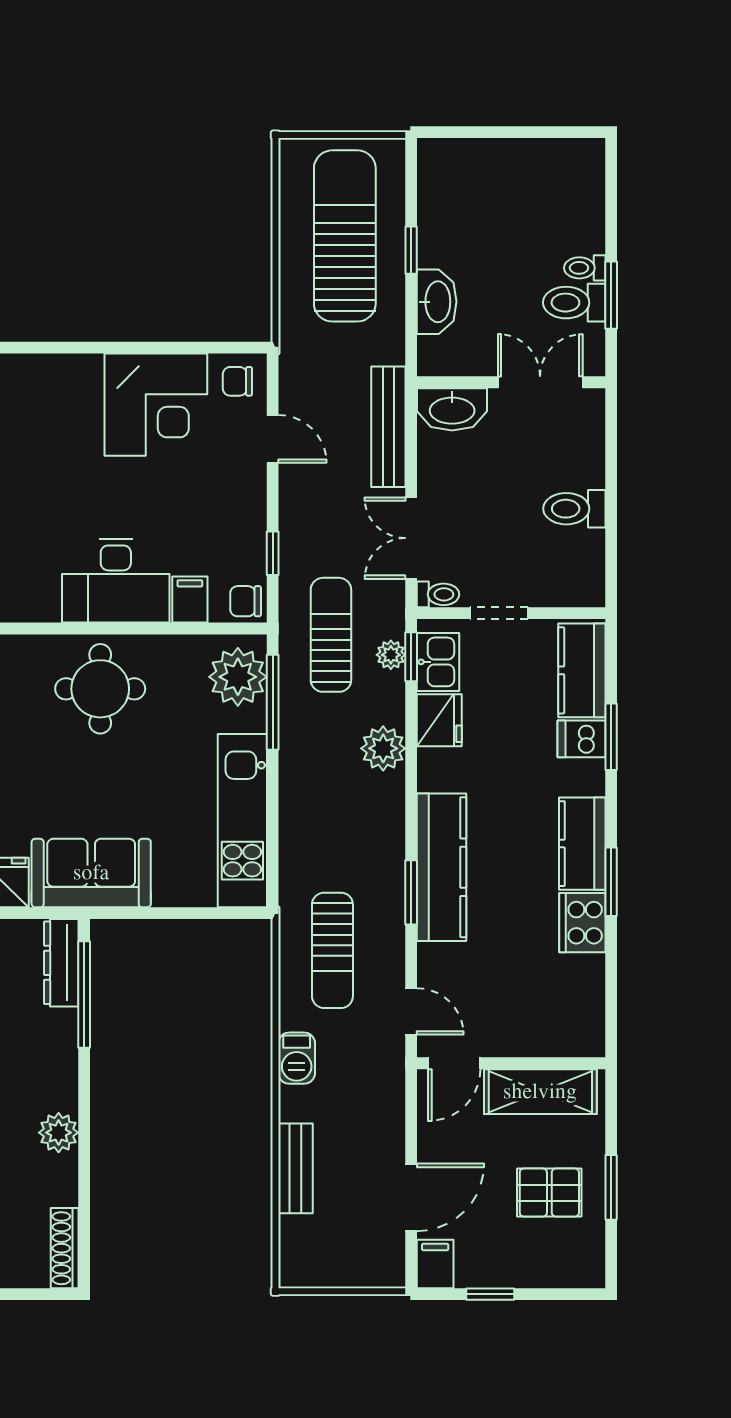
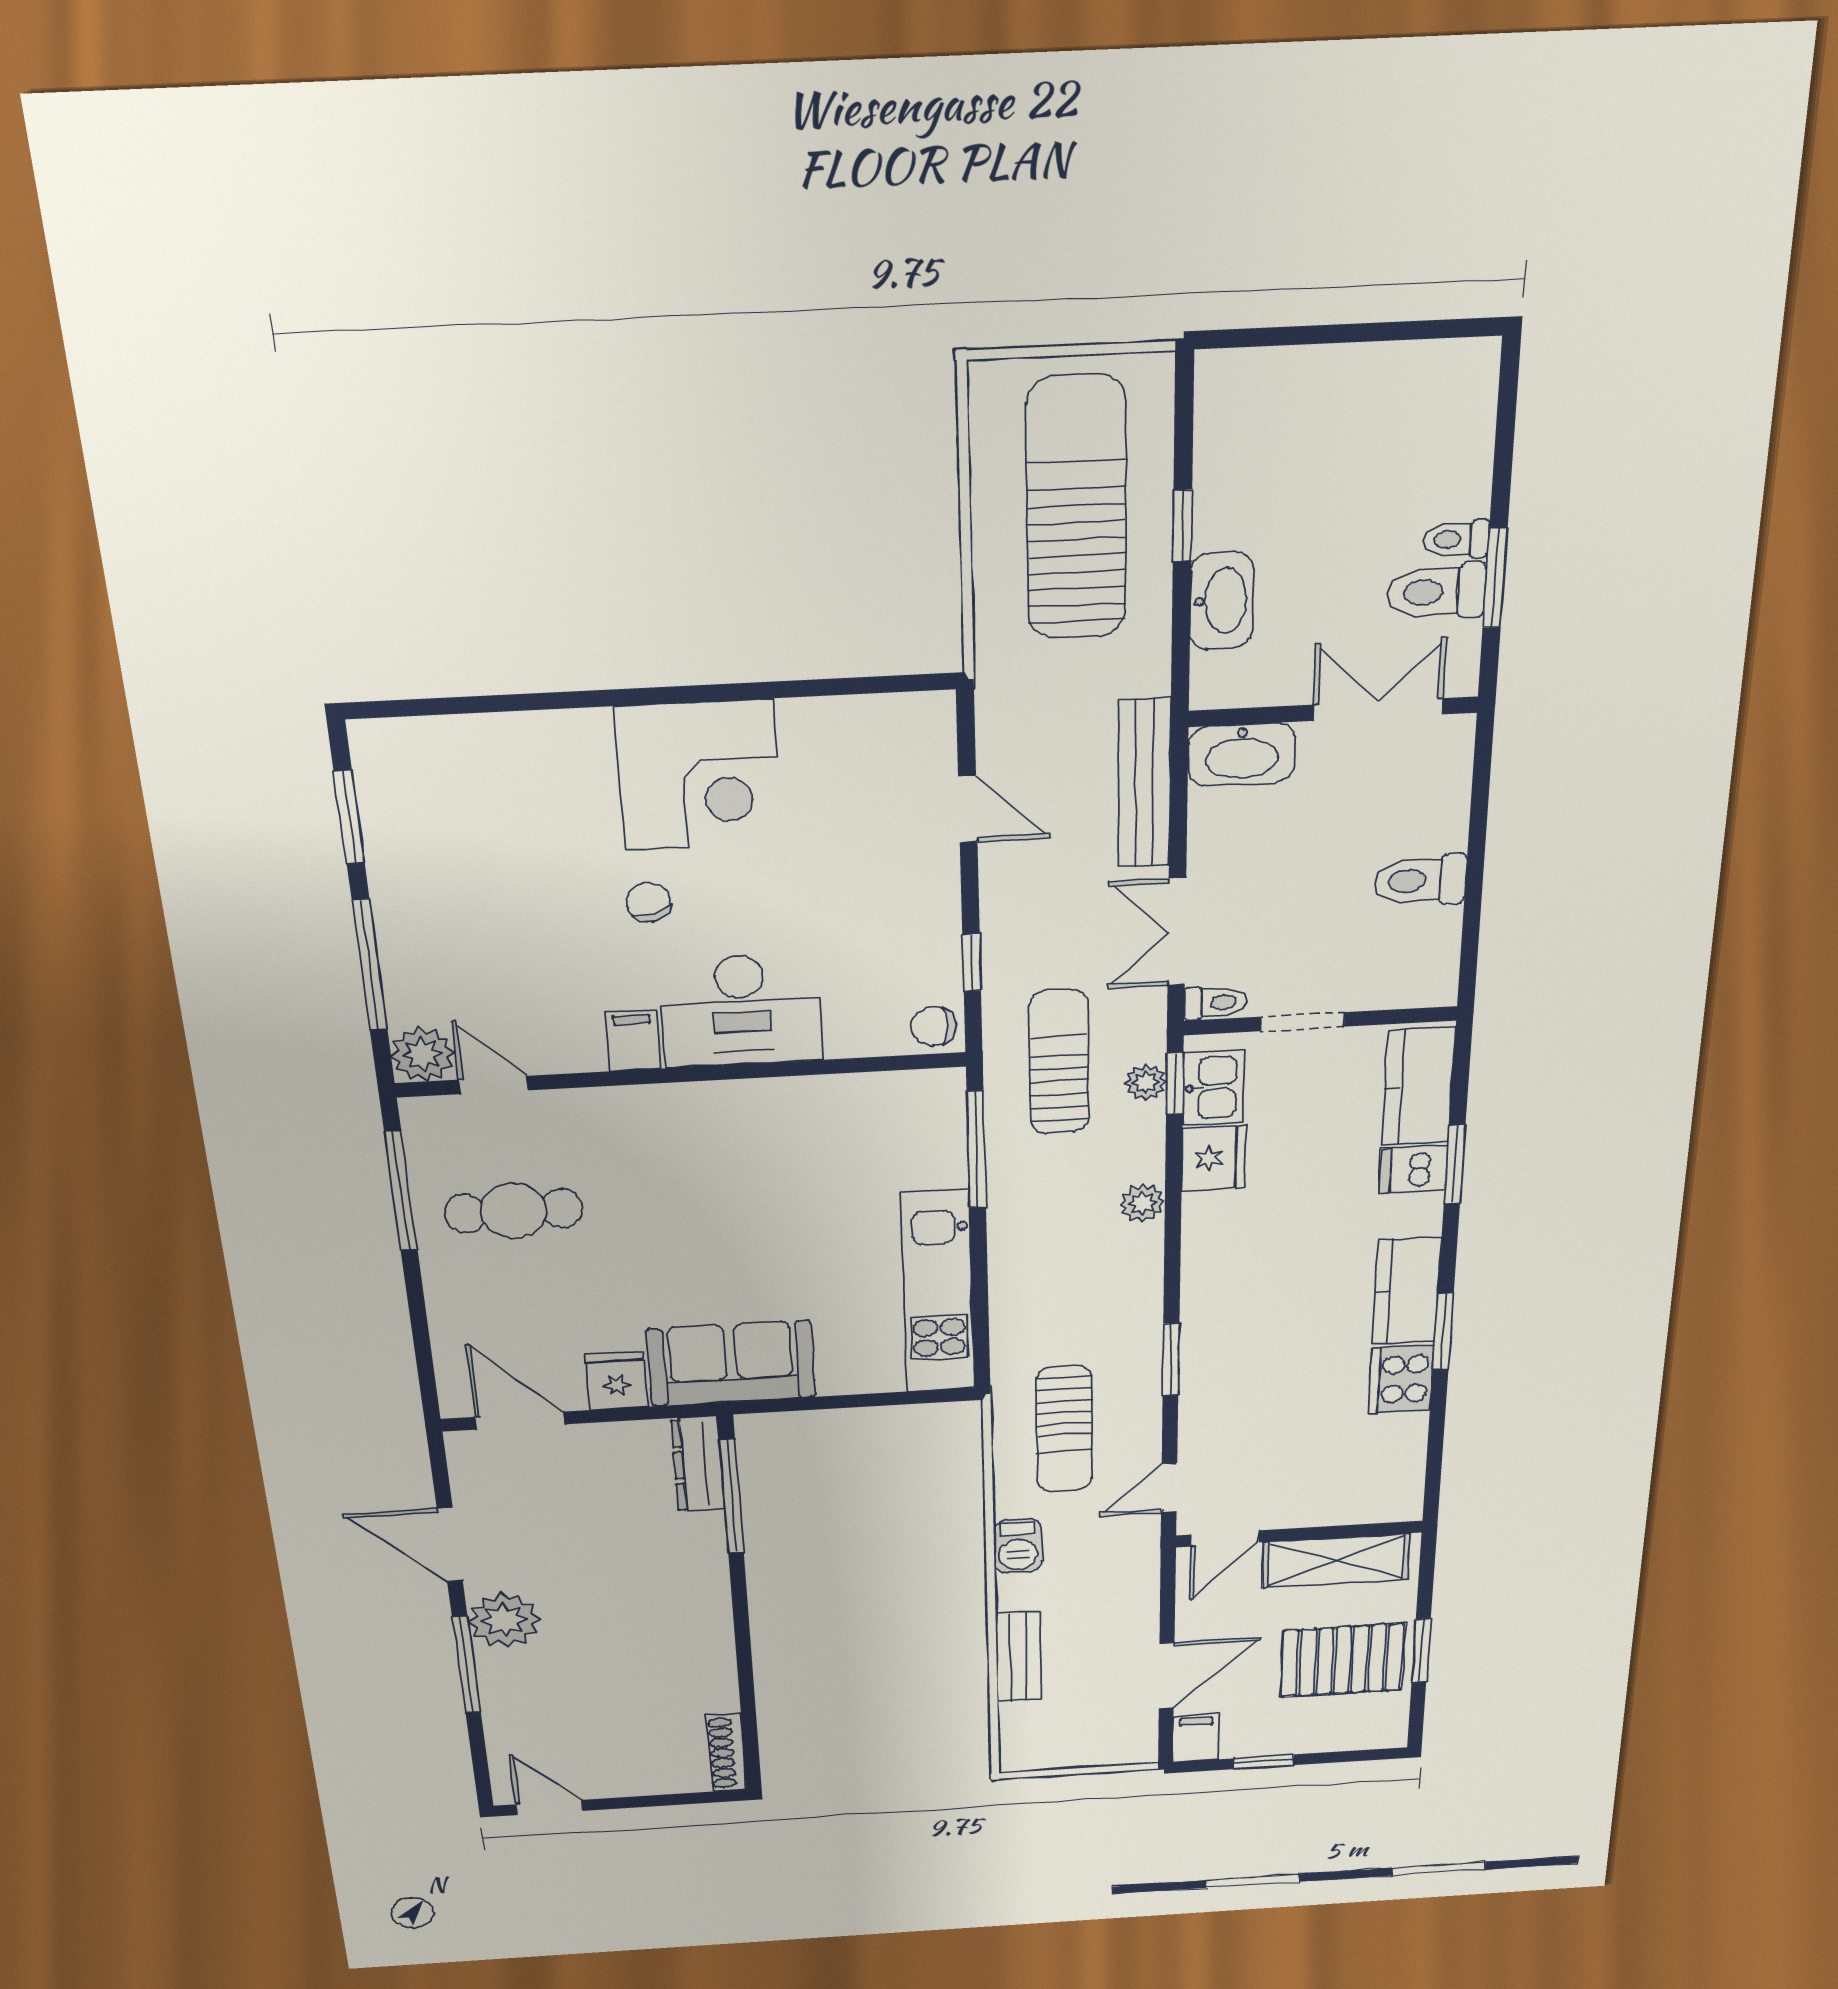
chair: (237, 381) -> (649, 902), moved, turned 74
corner desk: (156, 405) -> (699, 775), moved
filing cabinet: (190, 600) -> (633, 1040), moved
plant: (238, 677) -> (925, 1122), removed
round table: (100, 689) -> (728, 1147), removed
plant: (383, 748) -> (1142, 1203), width x0.73, depth x0.73
kitchen counter: (442, 867) -> (1213, 1329), removed
door: (411, 1011) -> (1169, 1488), swing flipped
plant: (59, 1133) -> (709, 1641), removed
pallet: (549, 1193) -> (1342, 1660), width x1.50, depth x1.42

